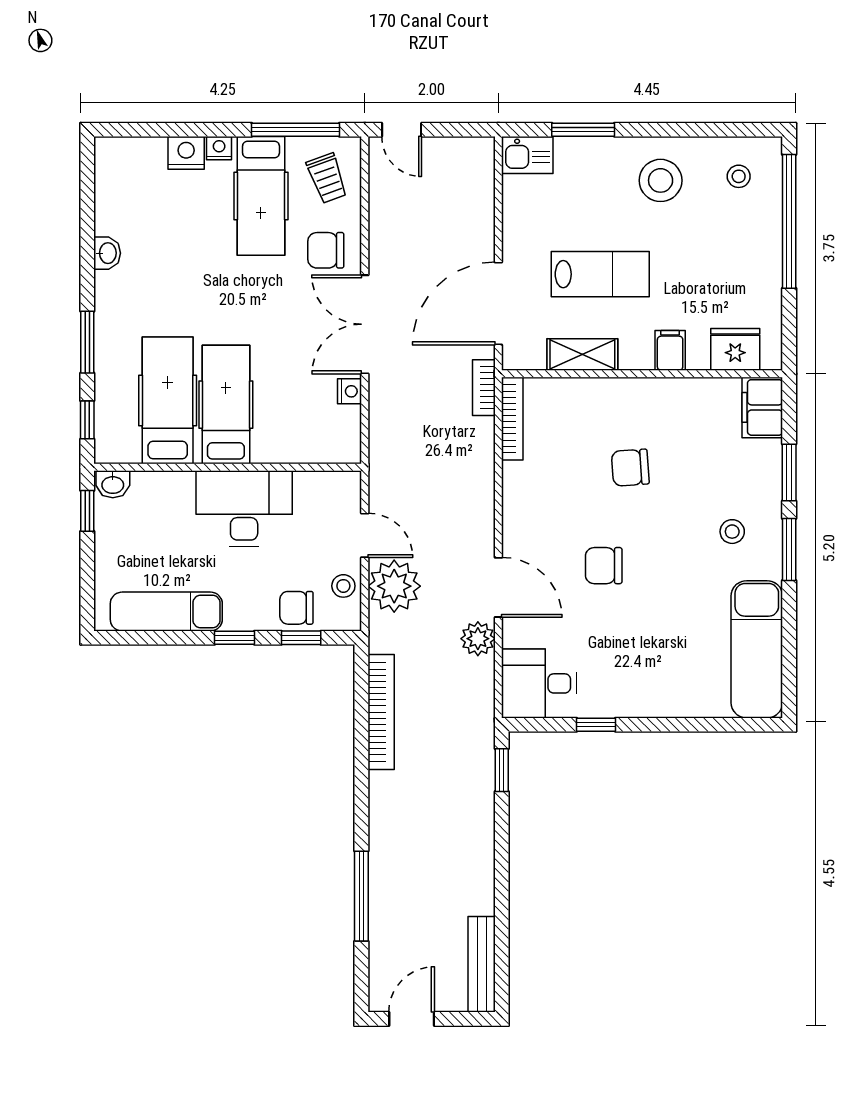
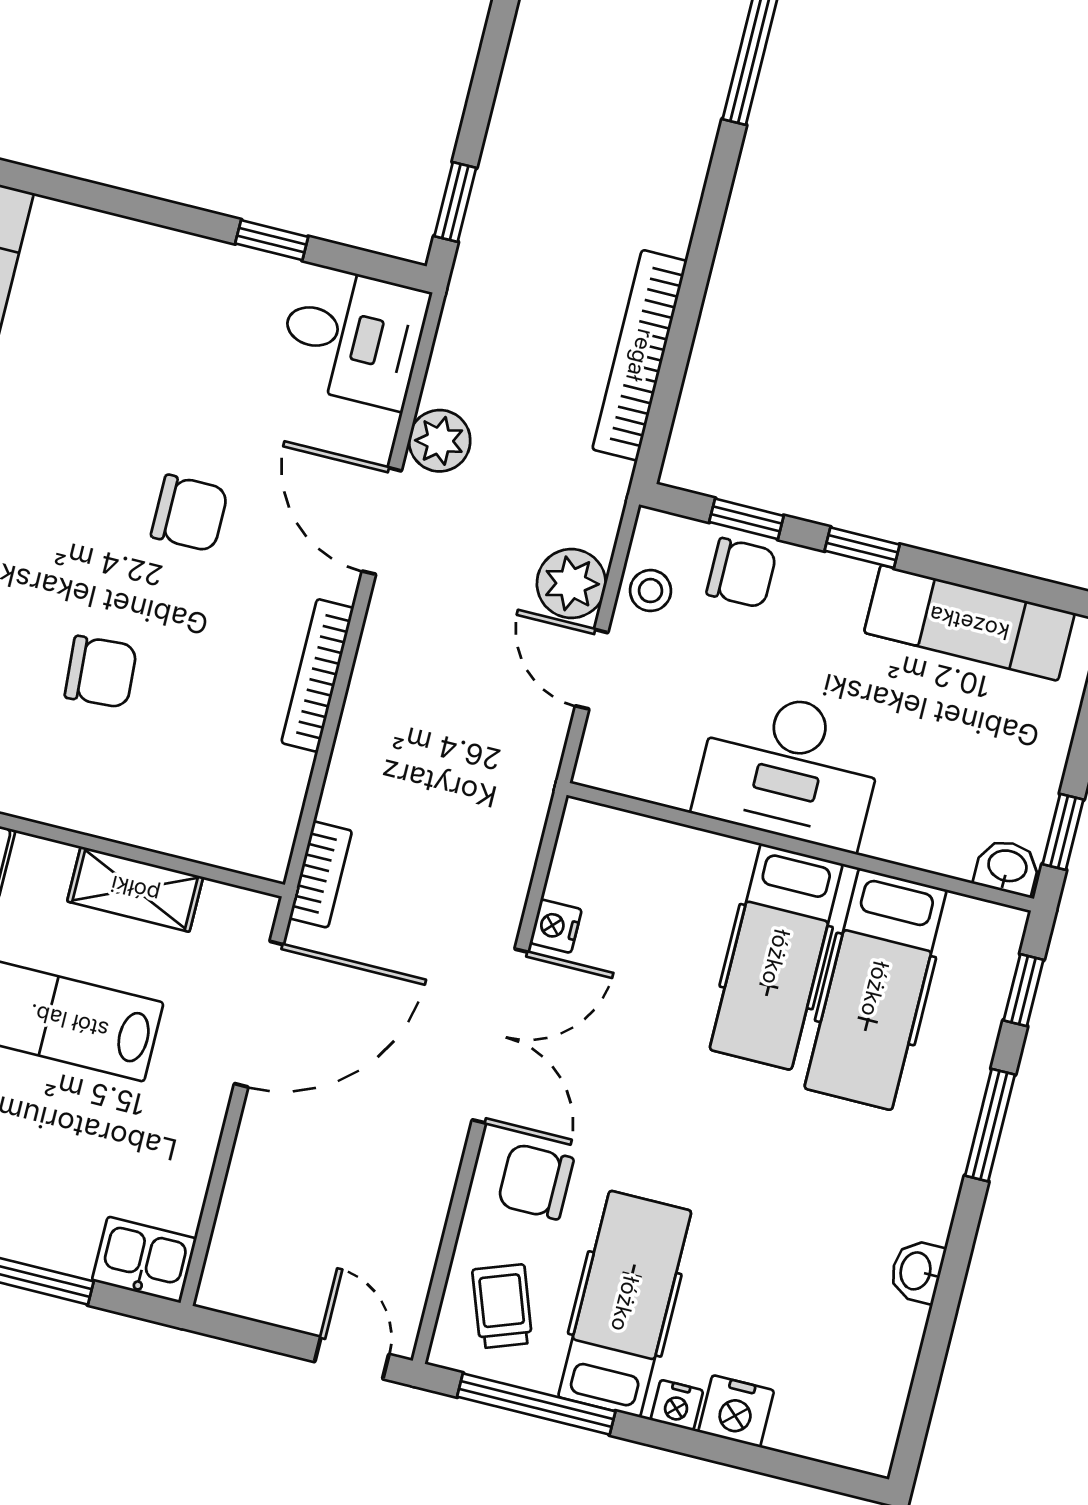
chair: (326, 250) -> (536, 1181), turned 180
bookcase: (512, 419) -> (318, 675), moved
plant: (394, 586) -> (571, 583), width x0.73, depth x0.73

